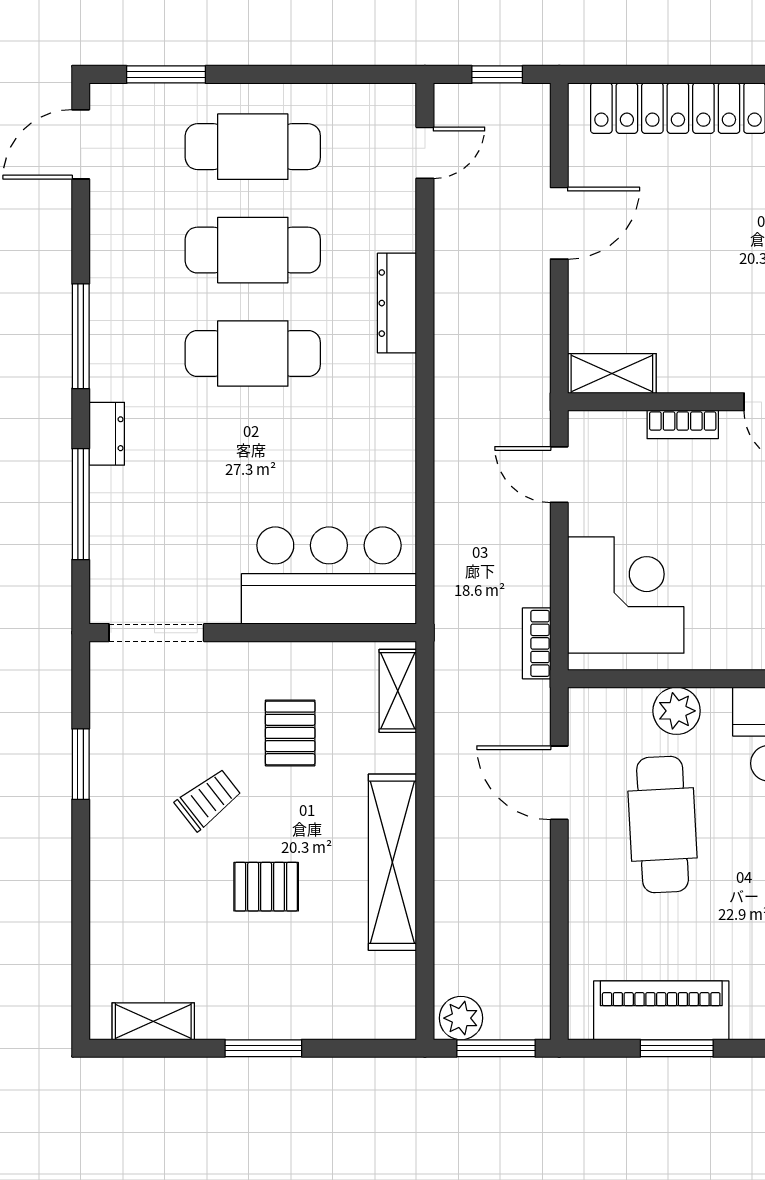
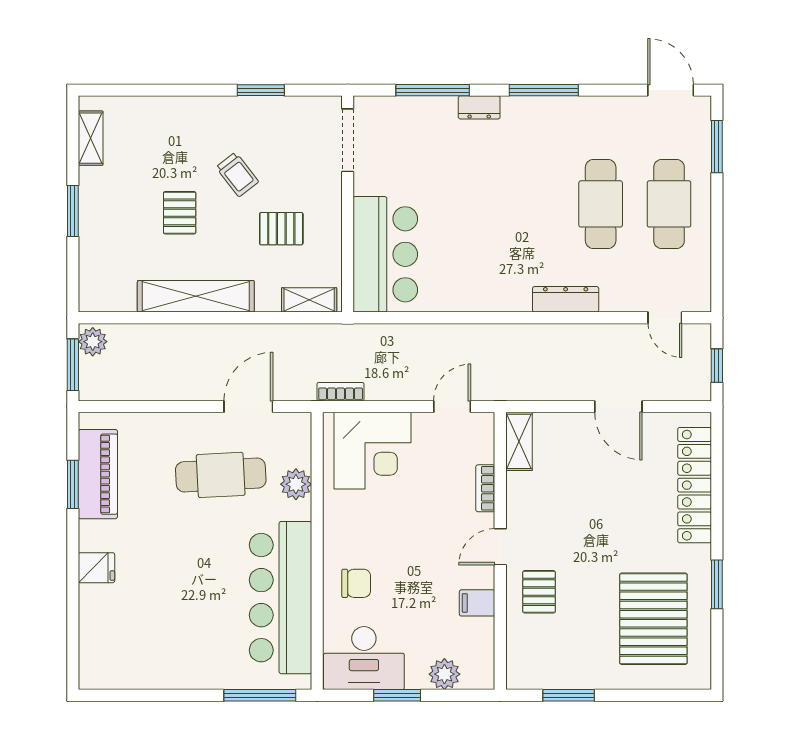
cafe table: (253, 353) -> (532, 204), removed

